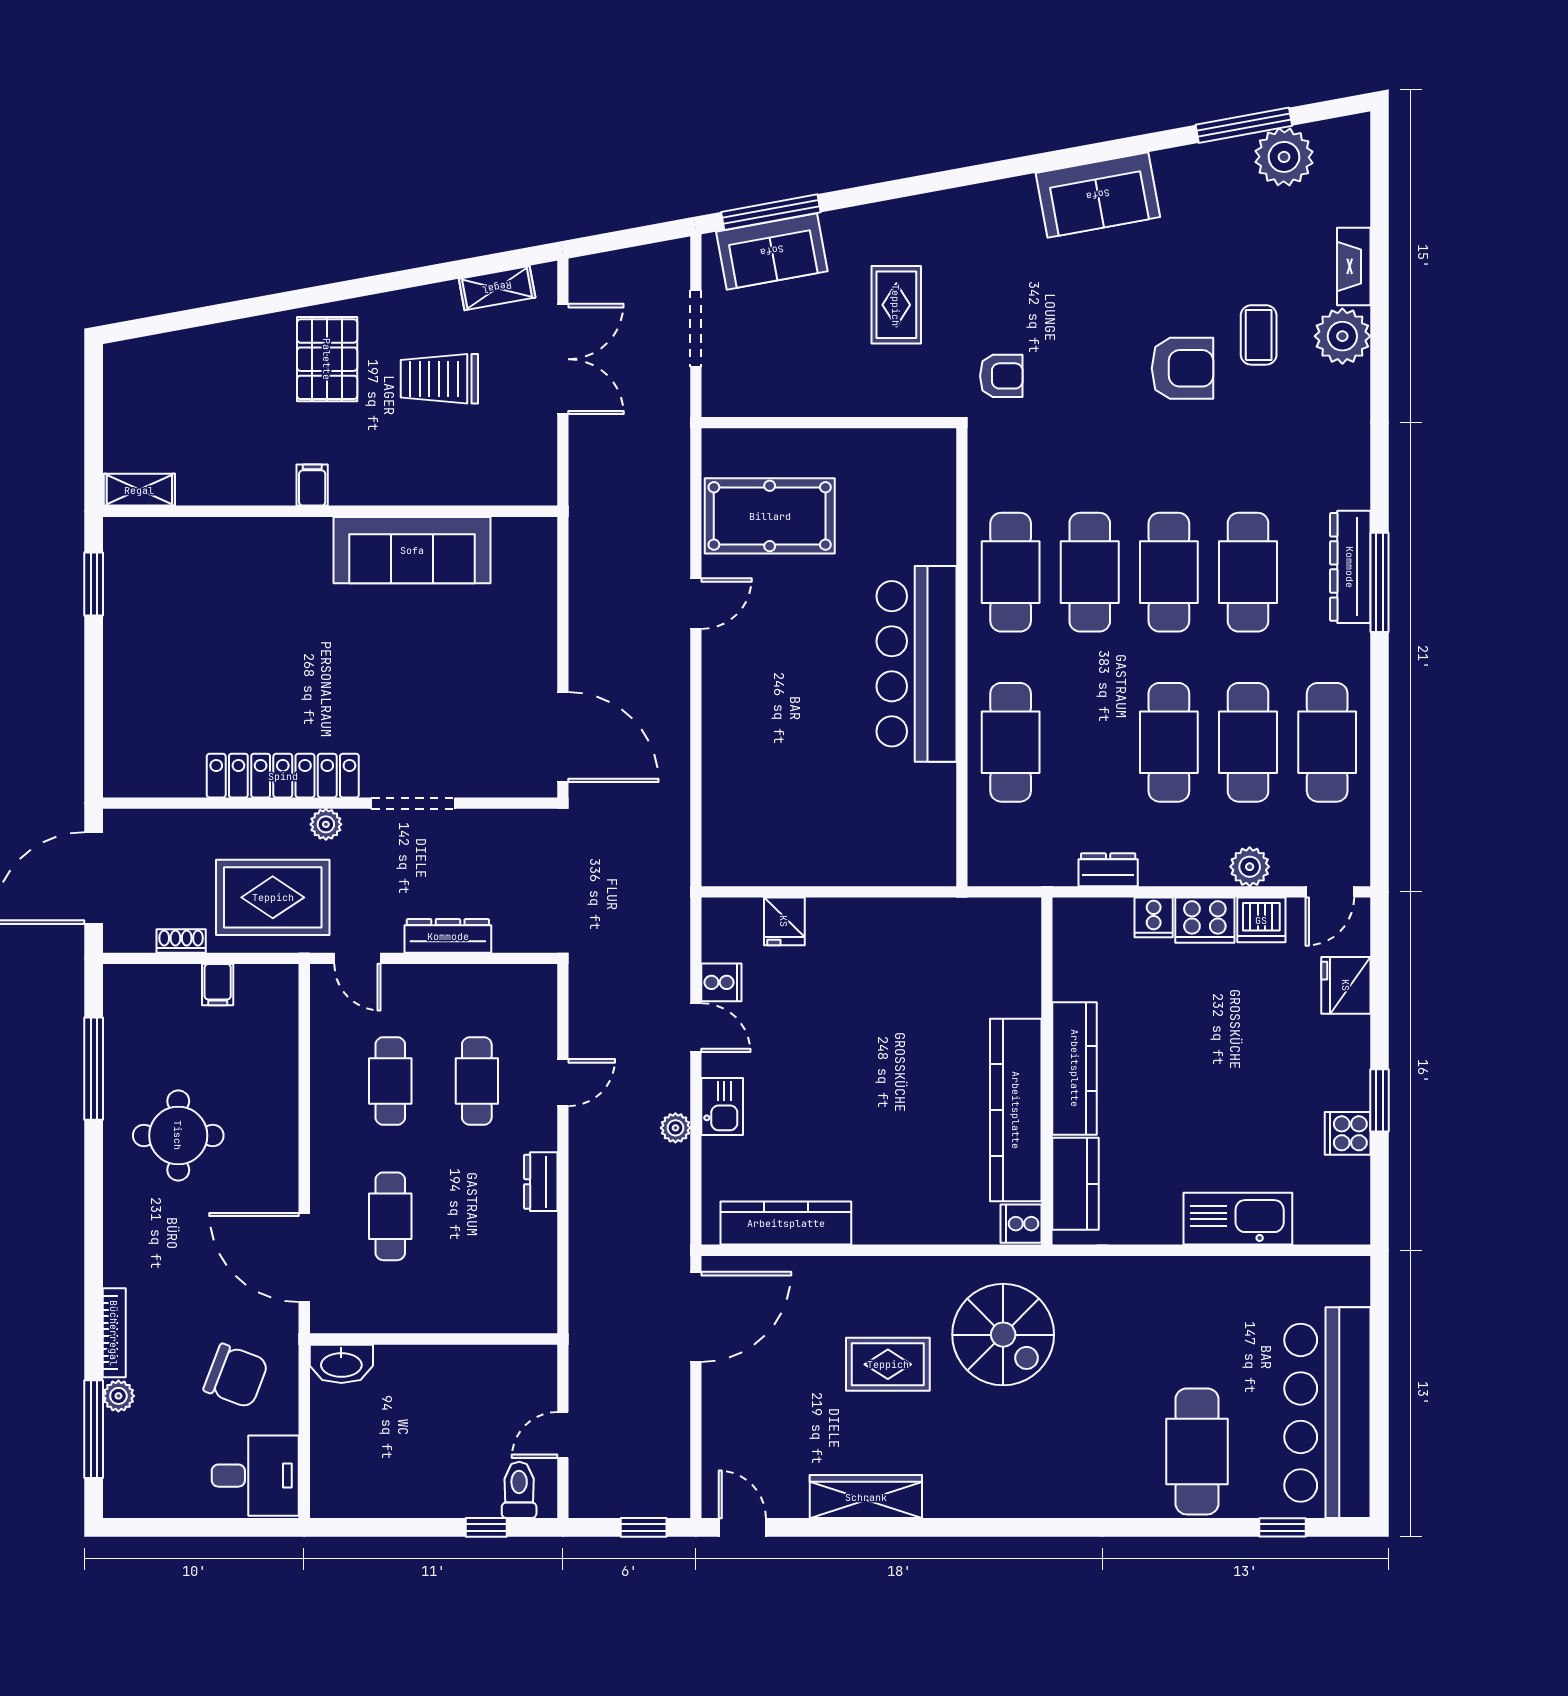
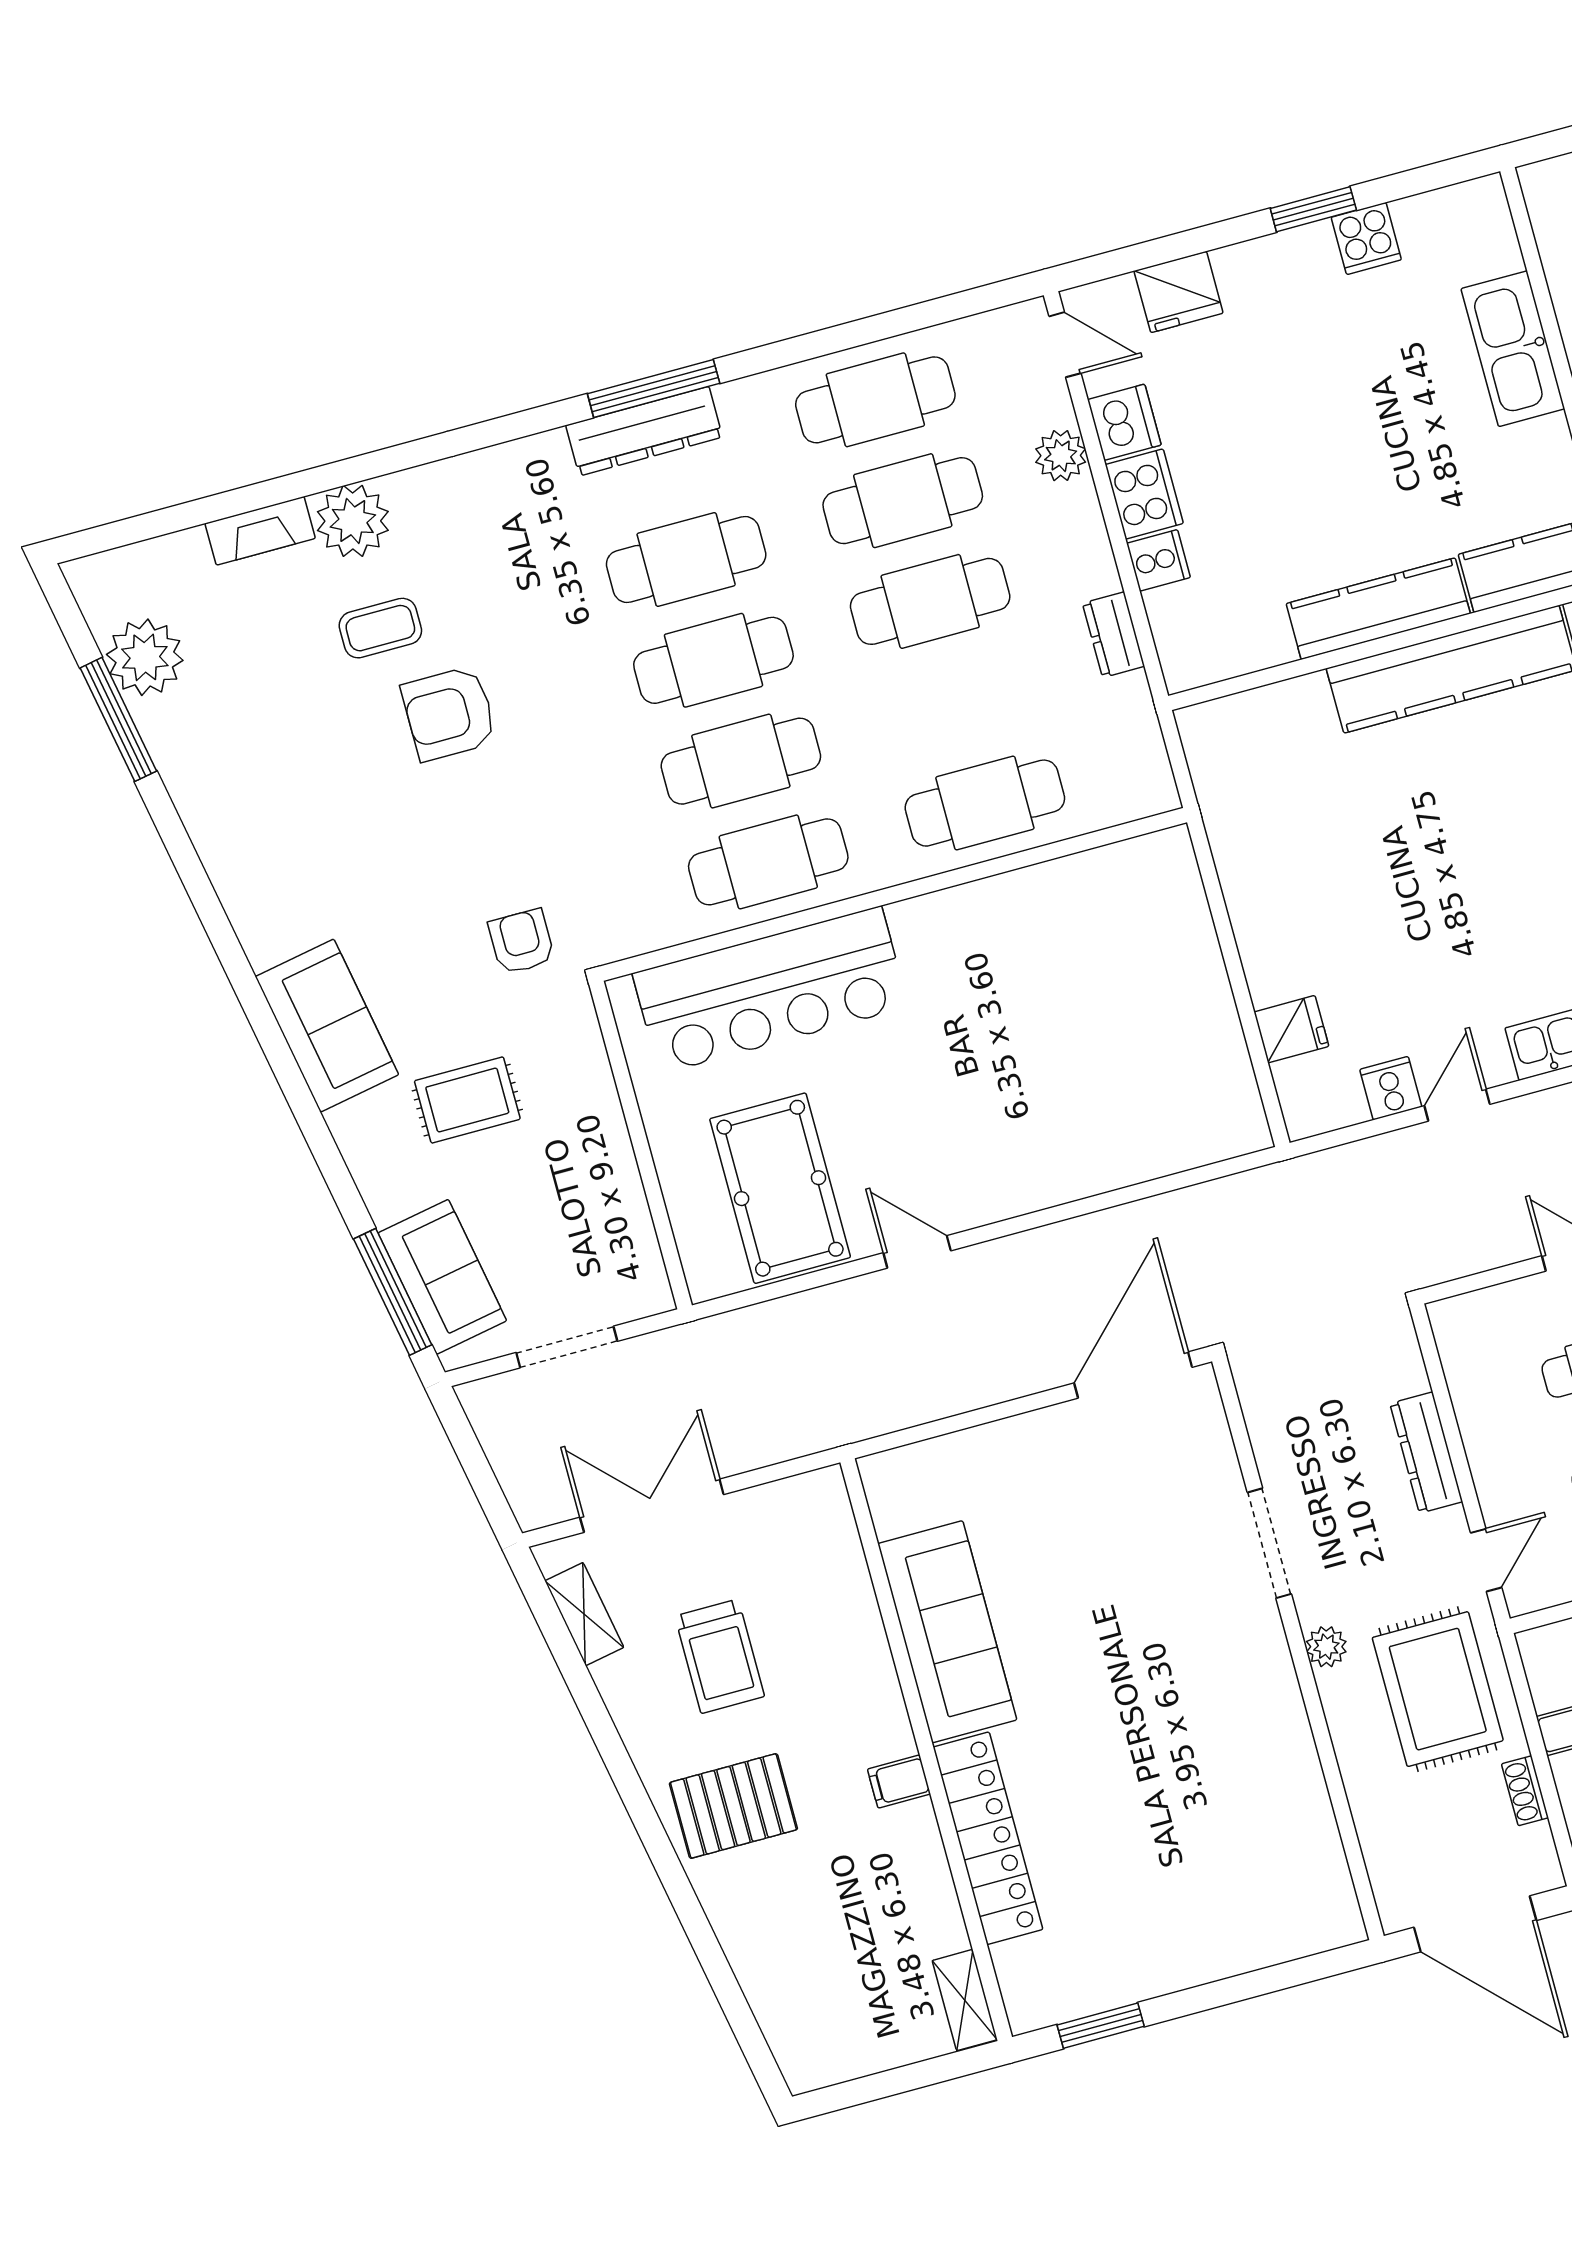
sofa: (1098, 195) -> (327, 1026), moved
armchair: (1182, 368) -> (449, 714), turned -90
bar counter: (916, 664) -> (770, 990), moved
locker: (283, 776) -> (988, 1838), moved, turned 180

